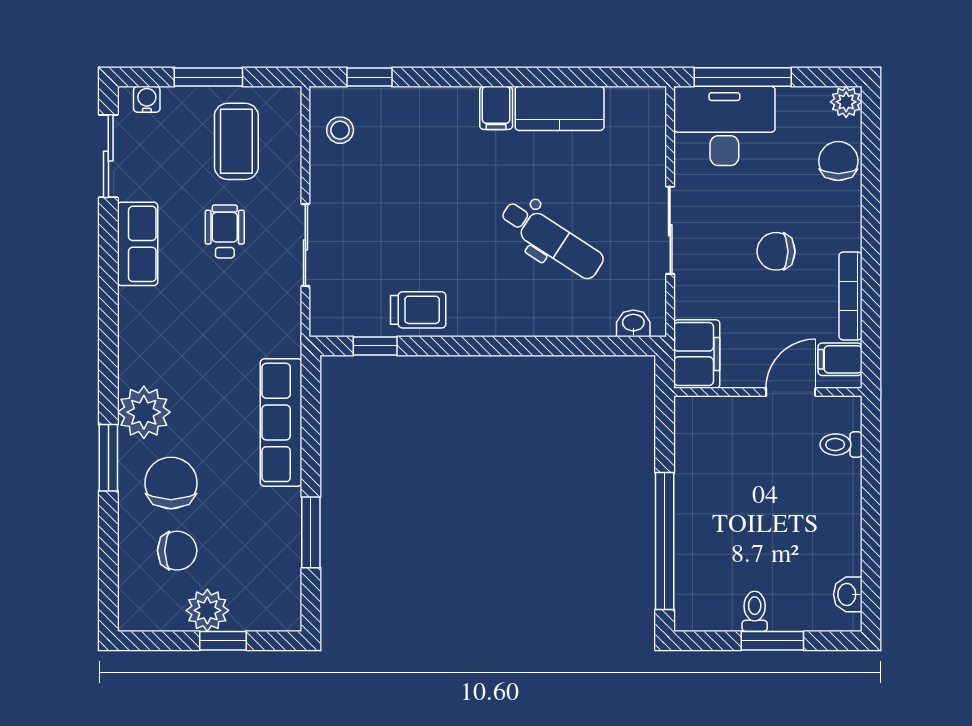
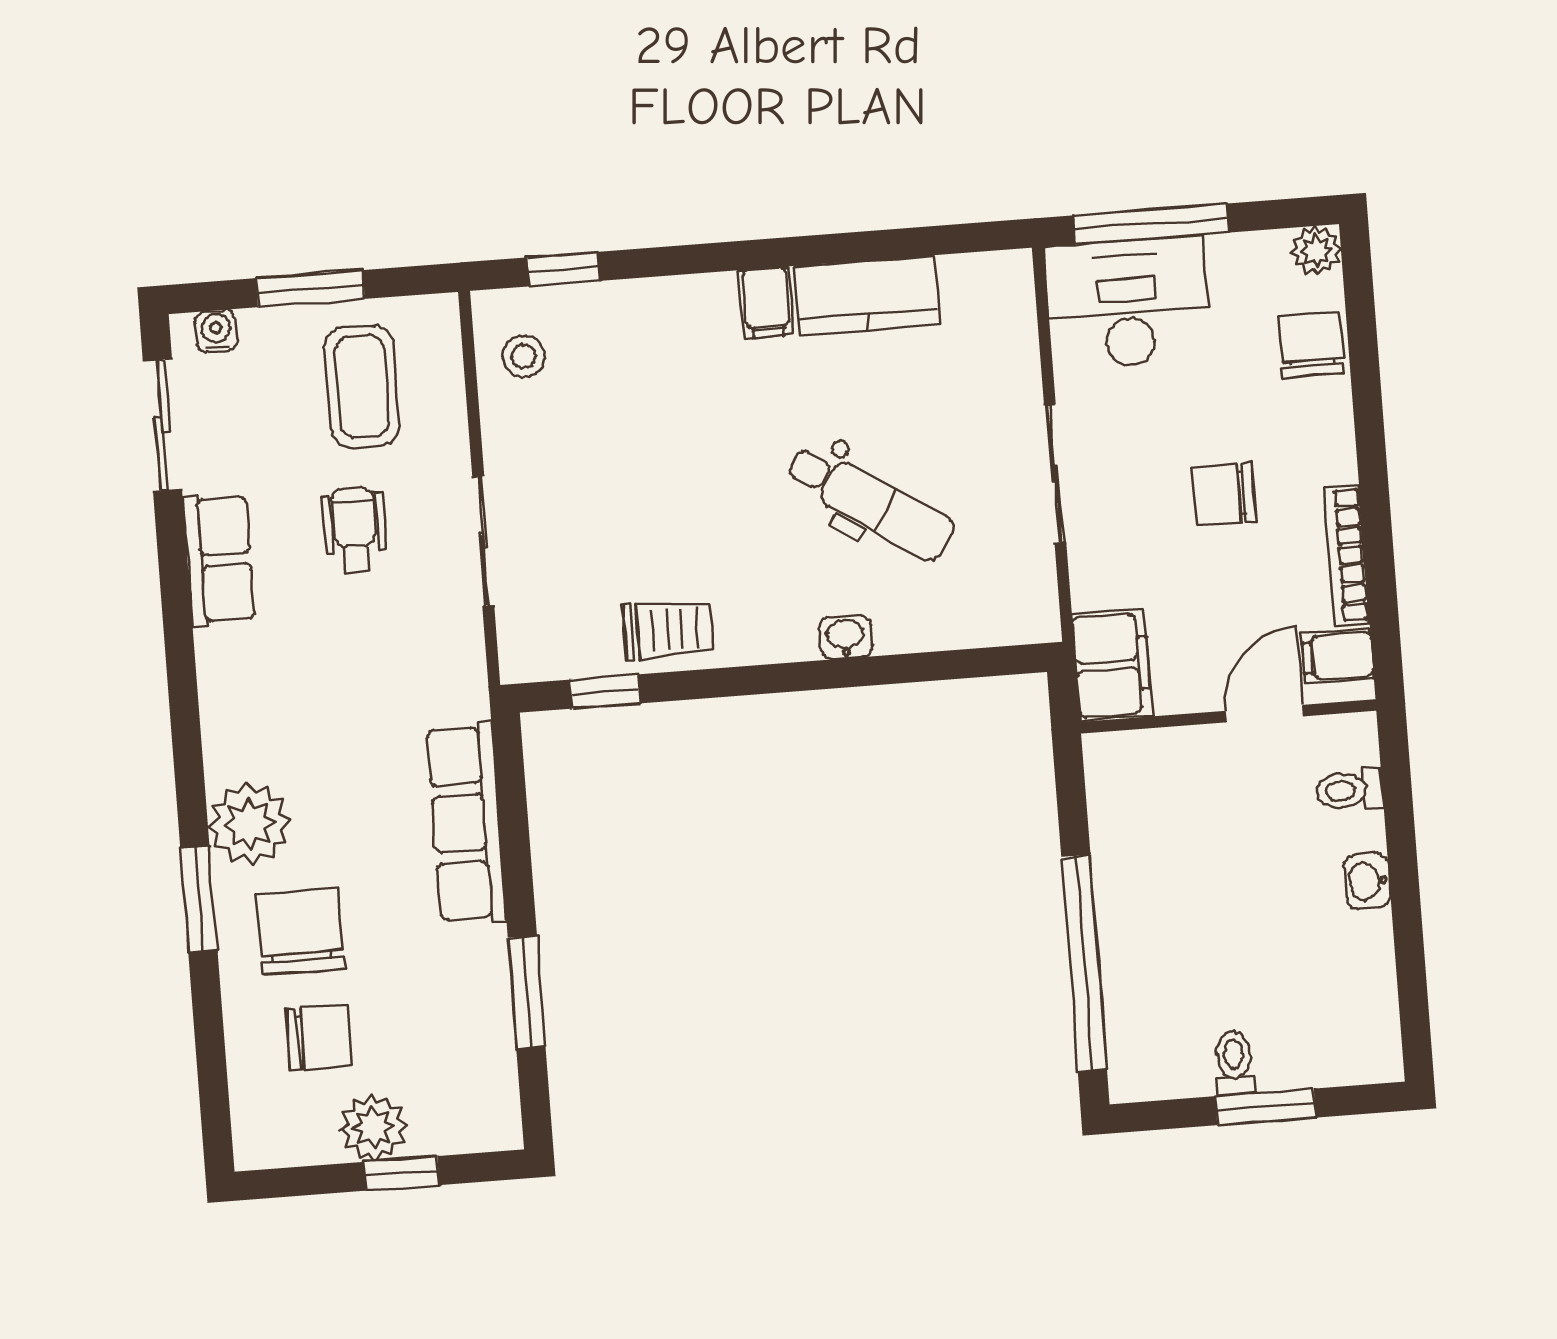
washbasin: (633, 323) -> (845, 637), moved
washbasin: (848, 594) -> (1367, 881), moved

